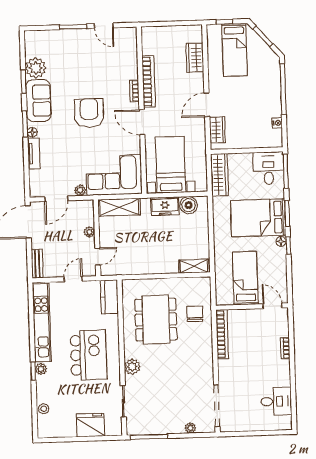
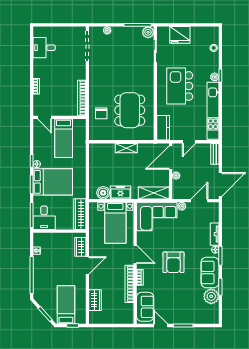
sofa: (126, 51) -> (145, 307), added
door: (98, 257) -> (171, 157), width x1.87
shelving: (194, 266) -> (126, 148), moved
plant: (132, 367) -> (148, 32), moved

